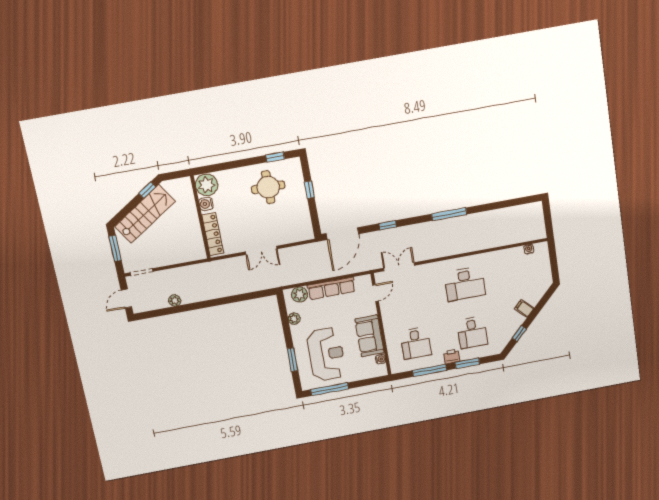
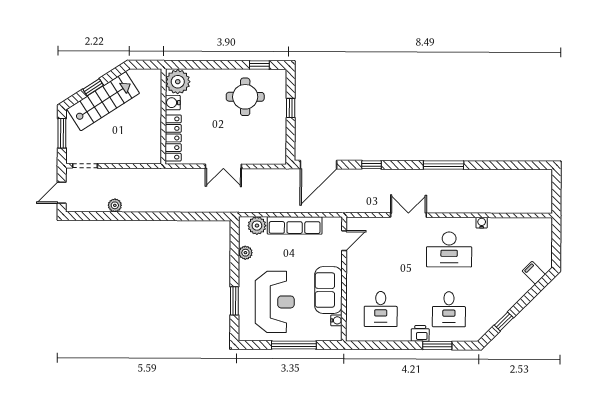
window: (147, 190) -> (93, 87), moved
water cooler: (529, 249) -> (482, 223), moved
double door: (399, 267) -> (408, 215), moved
filing cabinet: (524, 308) -> (534, 273), moved
window: (430, 370) -> (391, 345), removed
window: (329, 389) -> (294, 345), moved

